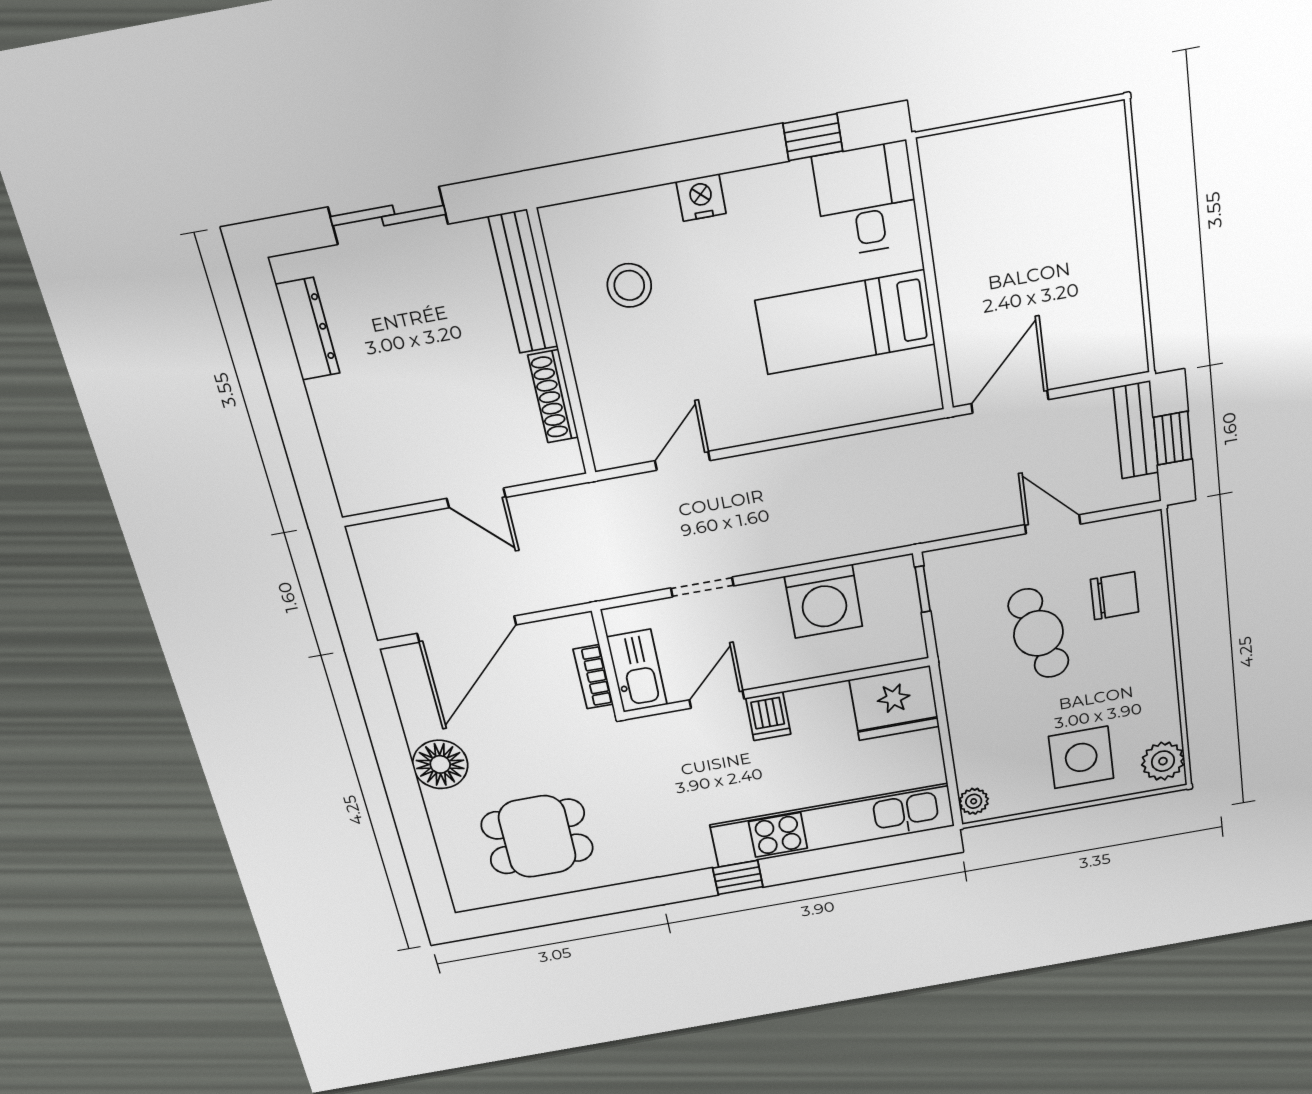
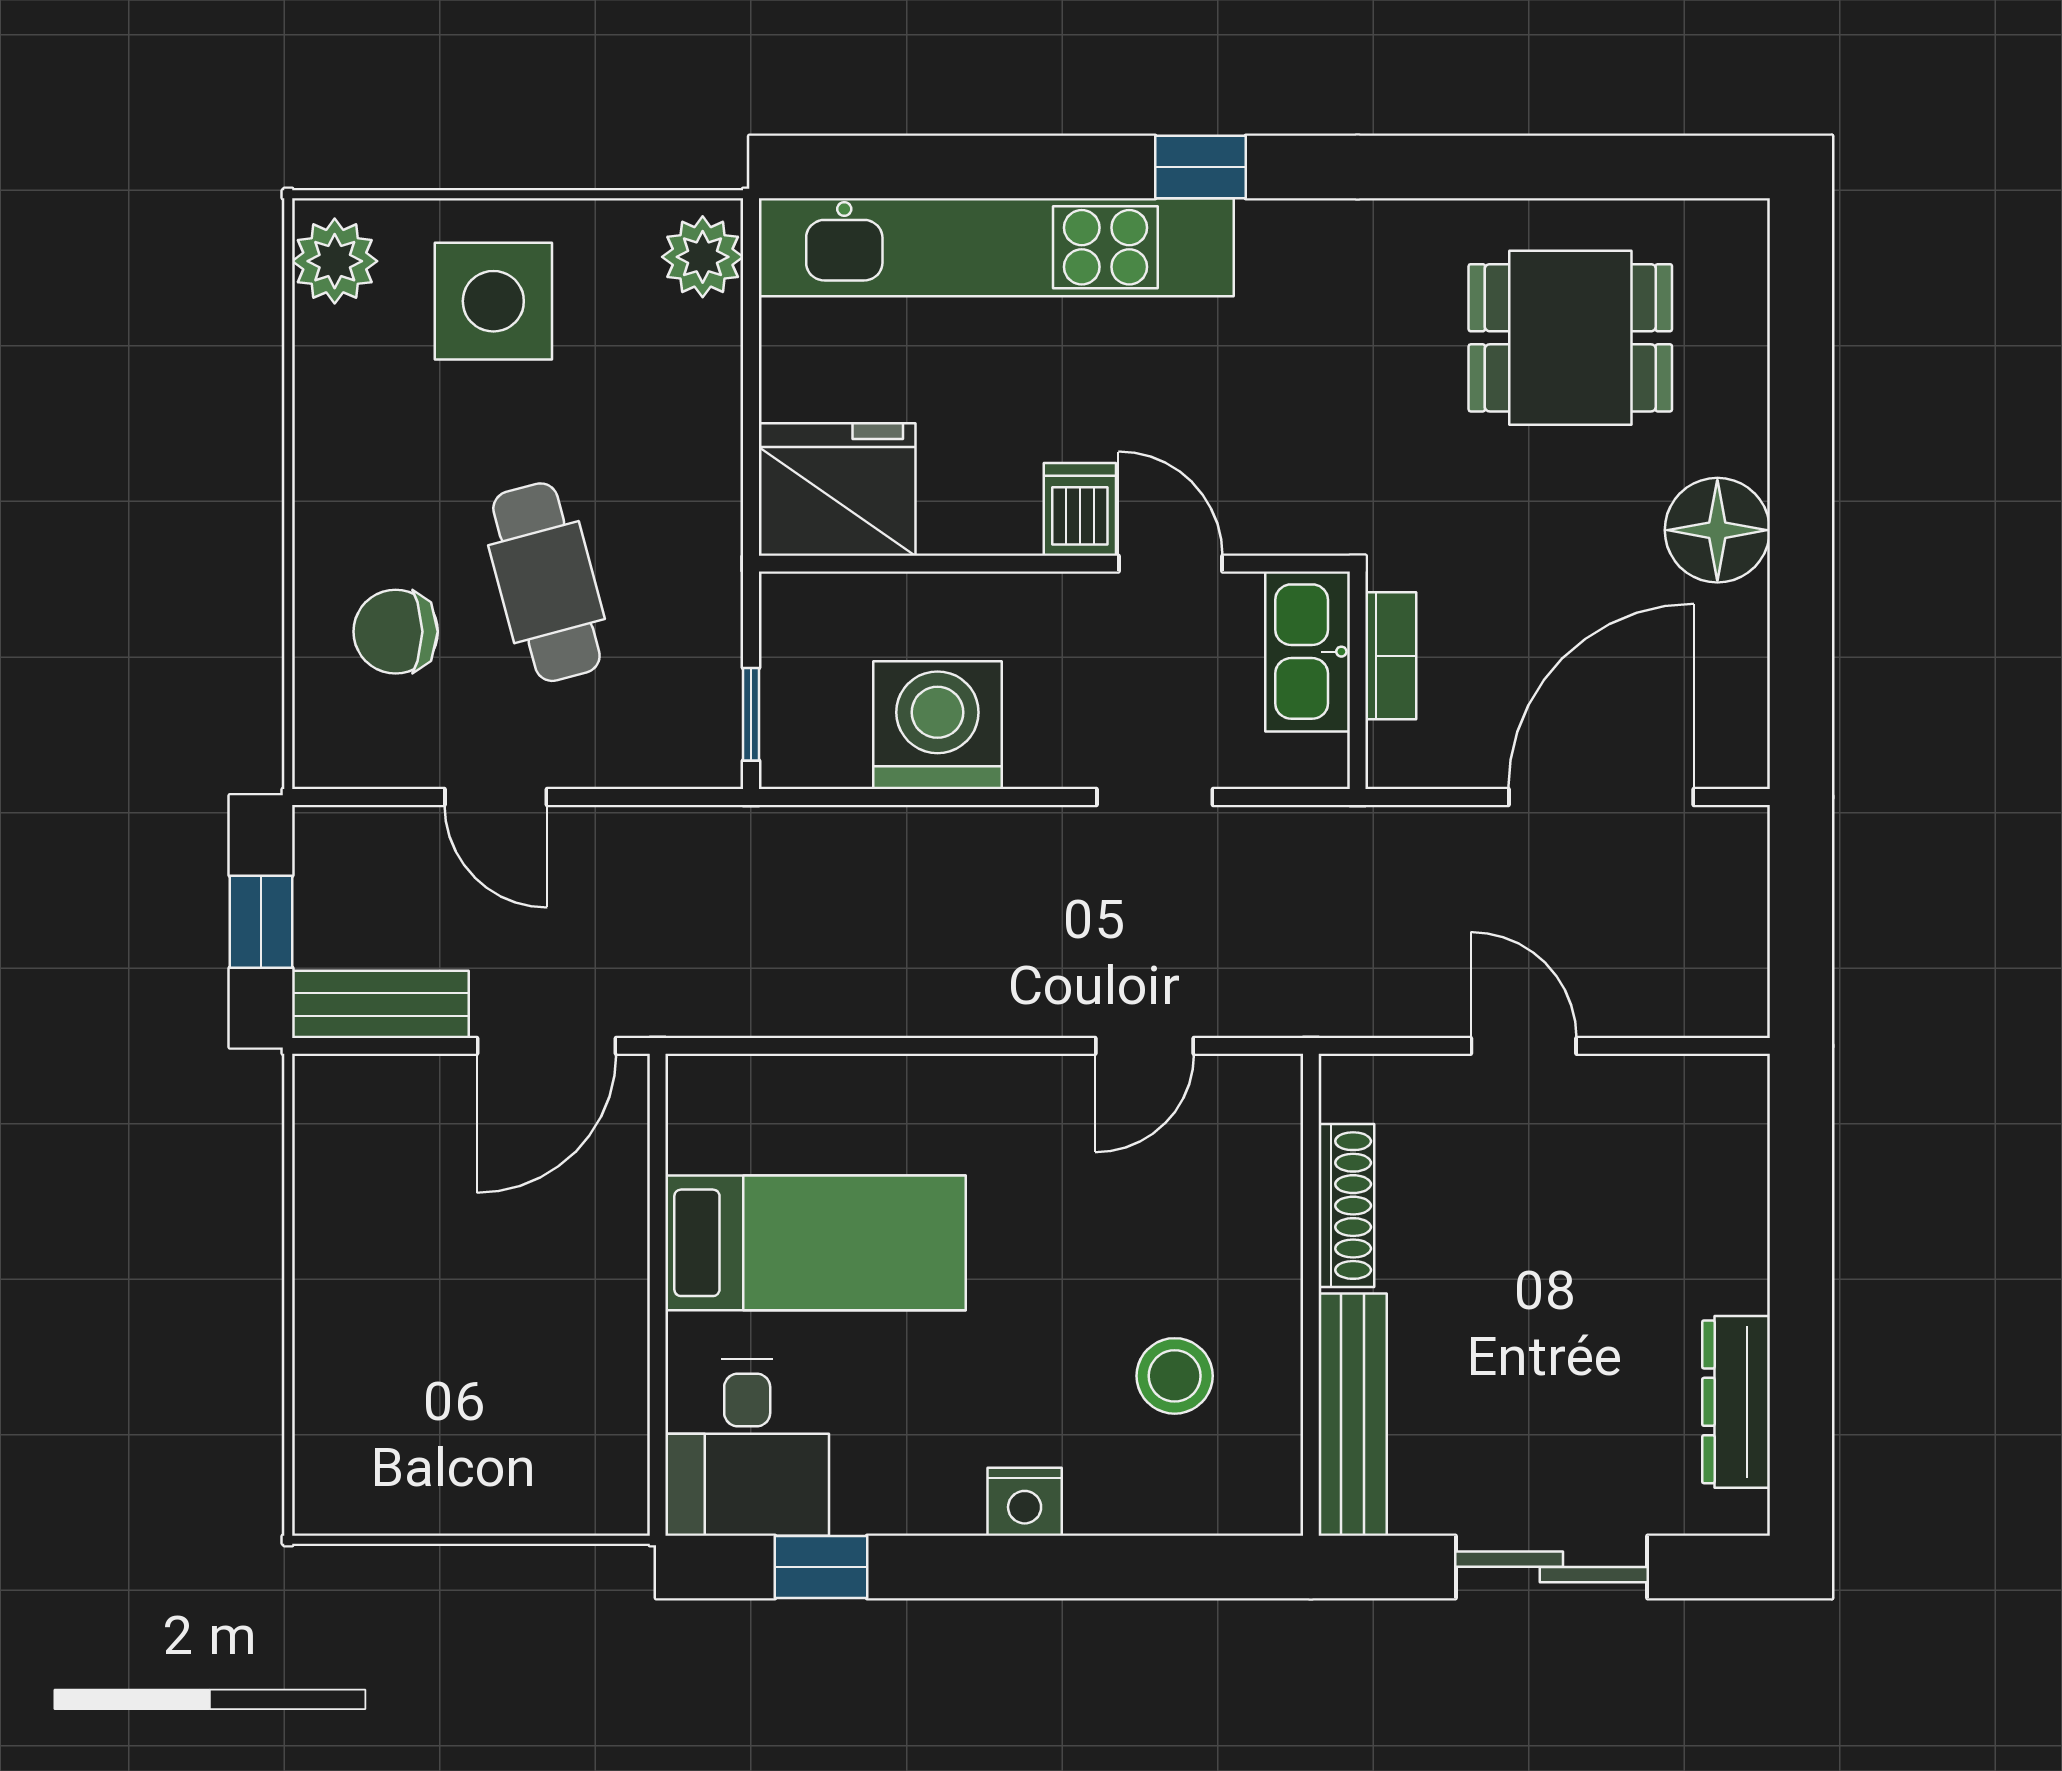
bench: (1136, 430) -> (380, 1004), moved, turned 90
door: (717, 699) -> (1170, 564), swing flipped
plant: (974, 801) -> (703, 257), width x1.38, depth x1.38

